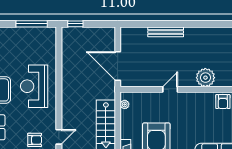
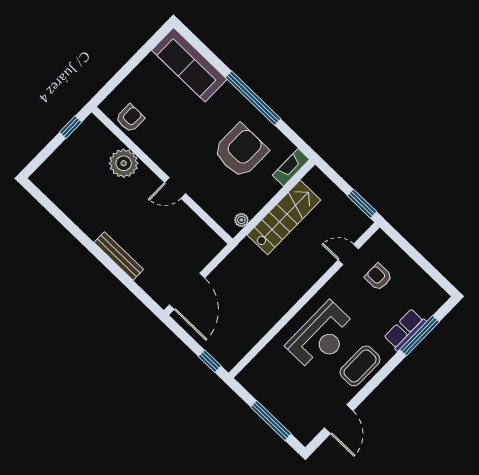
window: (32, 24) -> (271, 420), moved
door: (118, 66) -> (187, 291), moved

